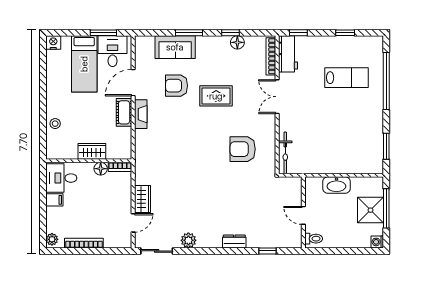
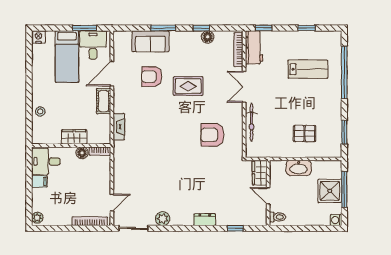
fireplace: (141, 114) -> (119, 127), moved
pallet: (343, 148) -> (305, 133), added
bicycle: (285, 153) -> (252, 122), moved
wardrobe: (142, 199) -> (260, 173), moved, turned 180
bookcase: (84, 243) -> (90, 221), moved

